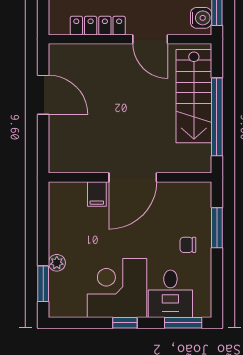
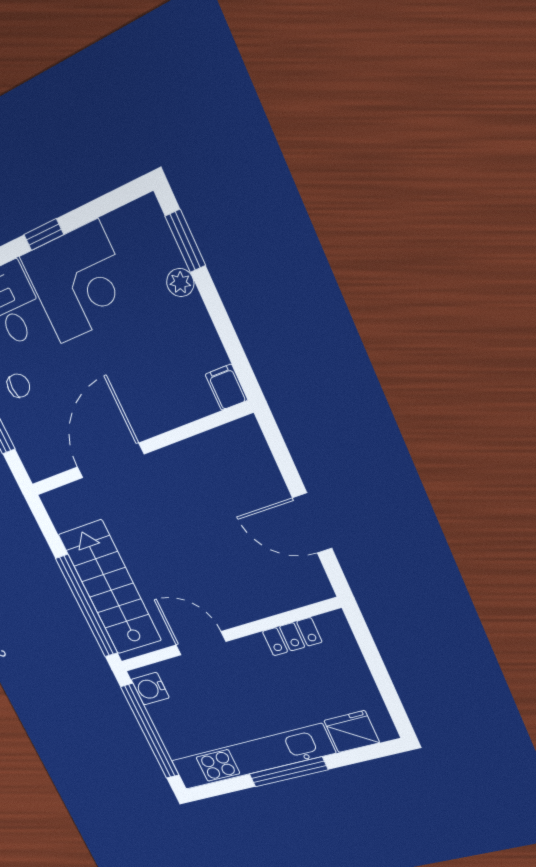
locker: (98, 26) -> (292, 637), width x0.66
window: (217, 117) -> (87, 606), moved
door: (133, 177) -> (110, 461), moved
filing cabinet: (97, 194) -> (226, 387), moved

